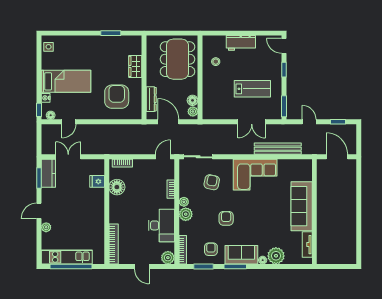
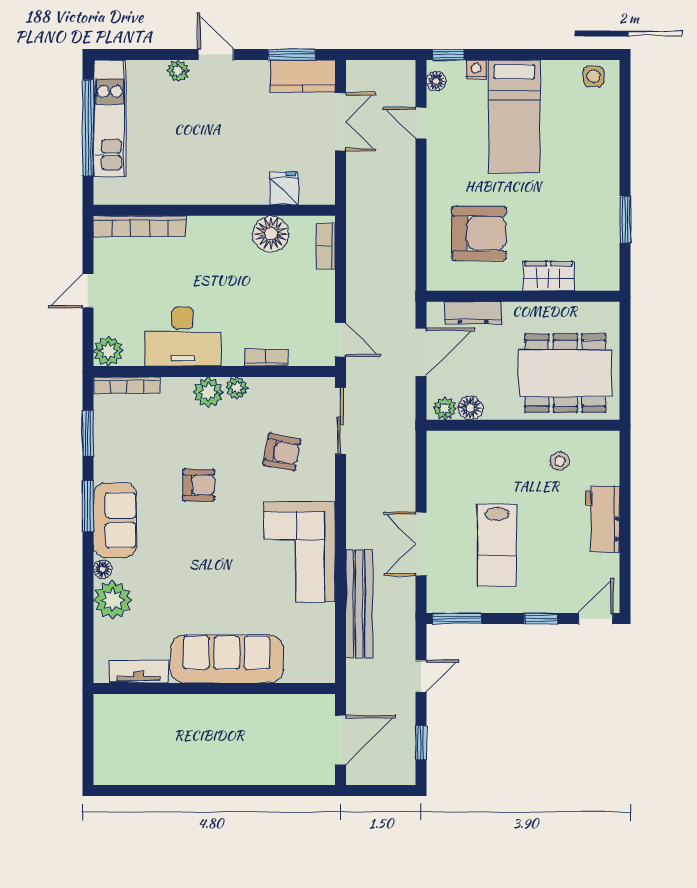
armchair: (211, 249) -> (128, 450), removed

